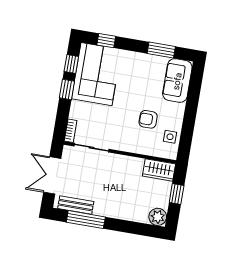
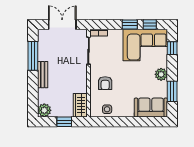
plant: (137, 60) -> (161, 74), added
armchair: (148, 119) -> (105, 83), moved, turned 180
bench: (76, 205) -> (43, 75), moved

